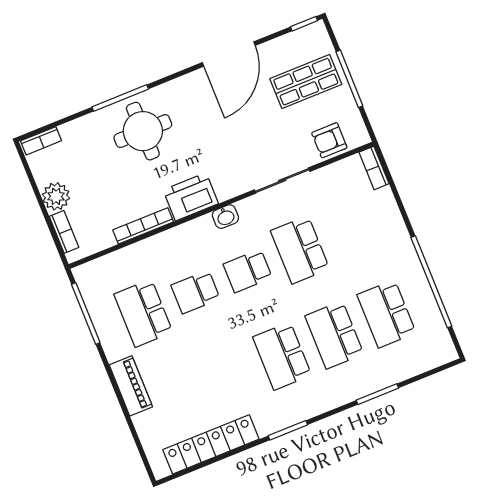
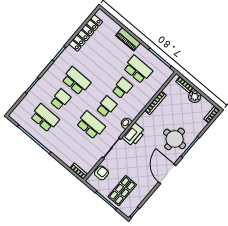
door: (229, 54) -> (167, 174), moved
printer: (191, 197) -> (134, 135), moved
school desk: (334, 335) -> (60, 100), width x0.54

